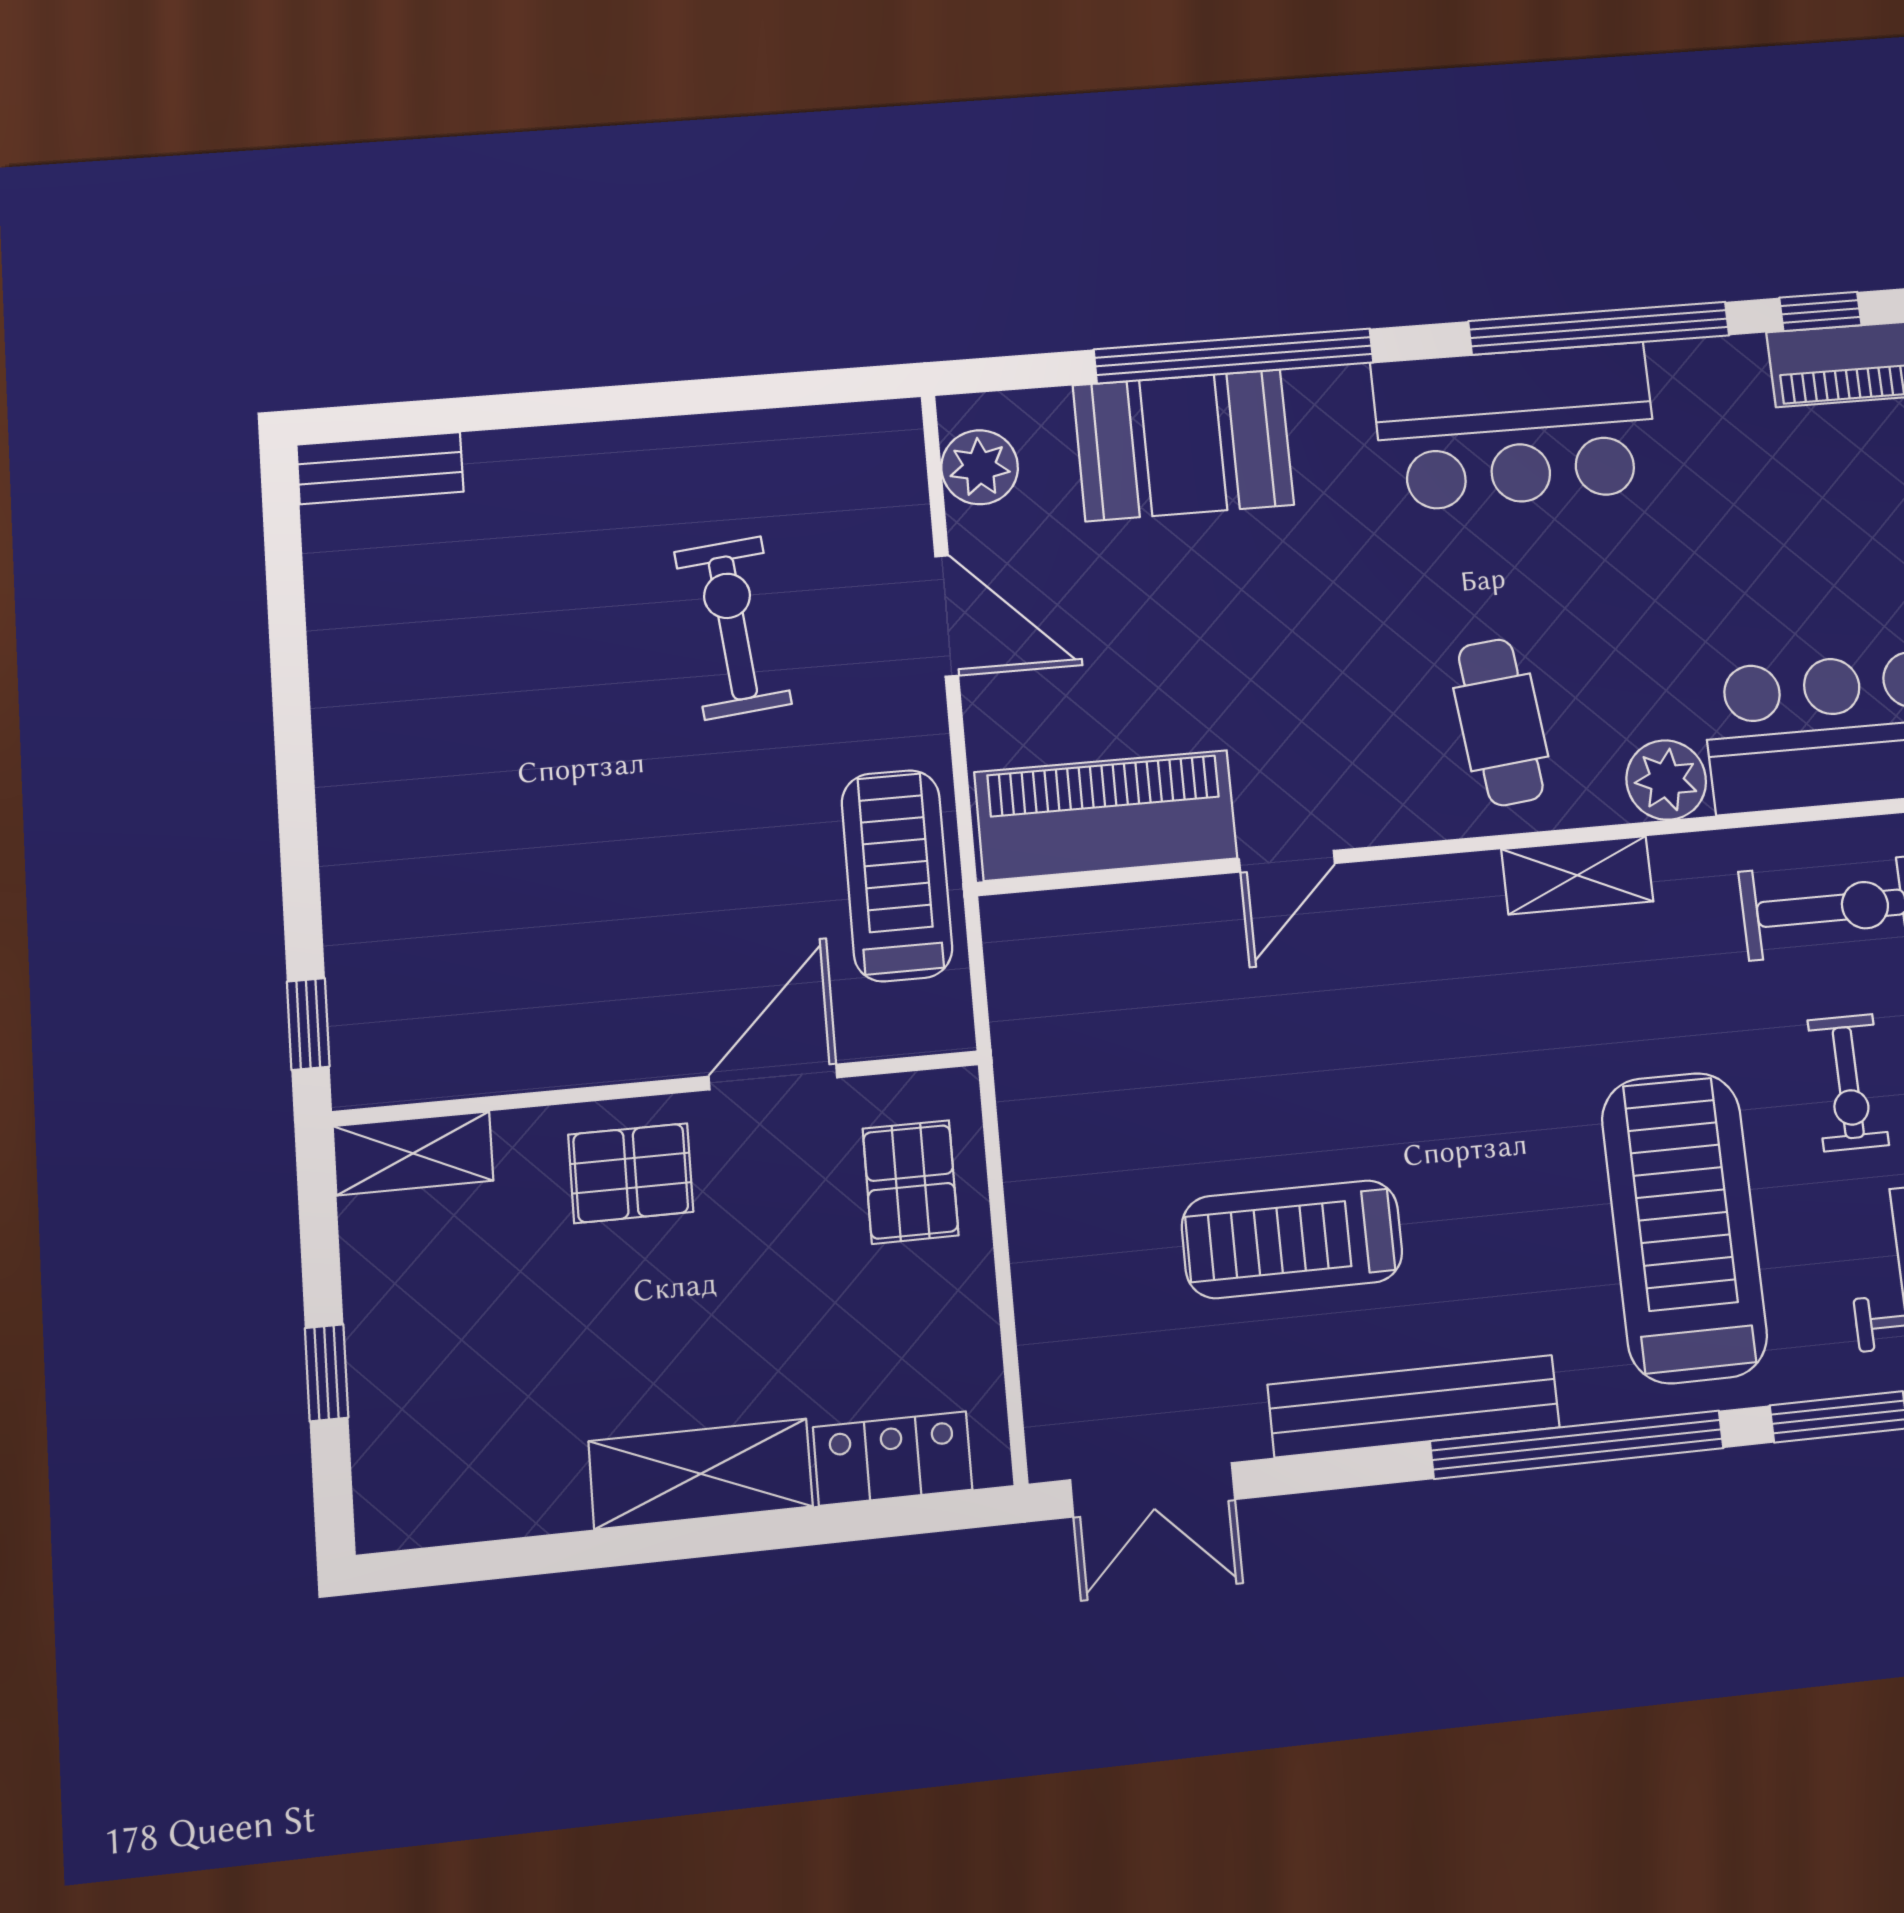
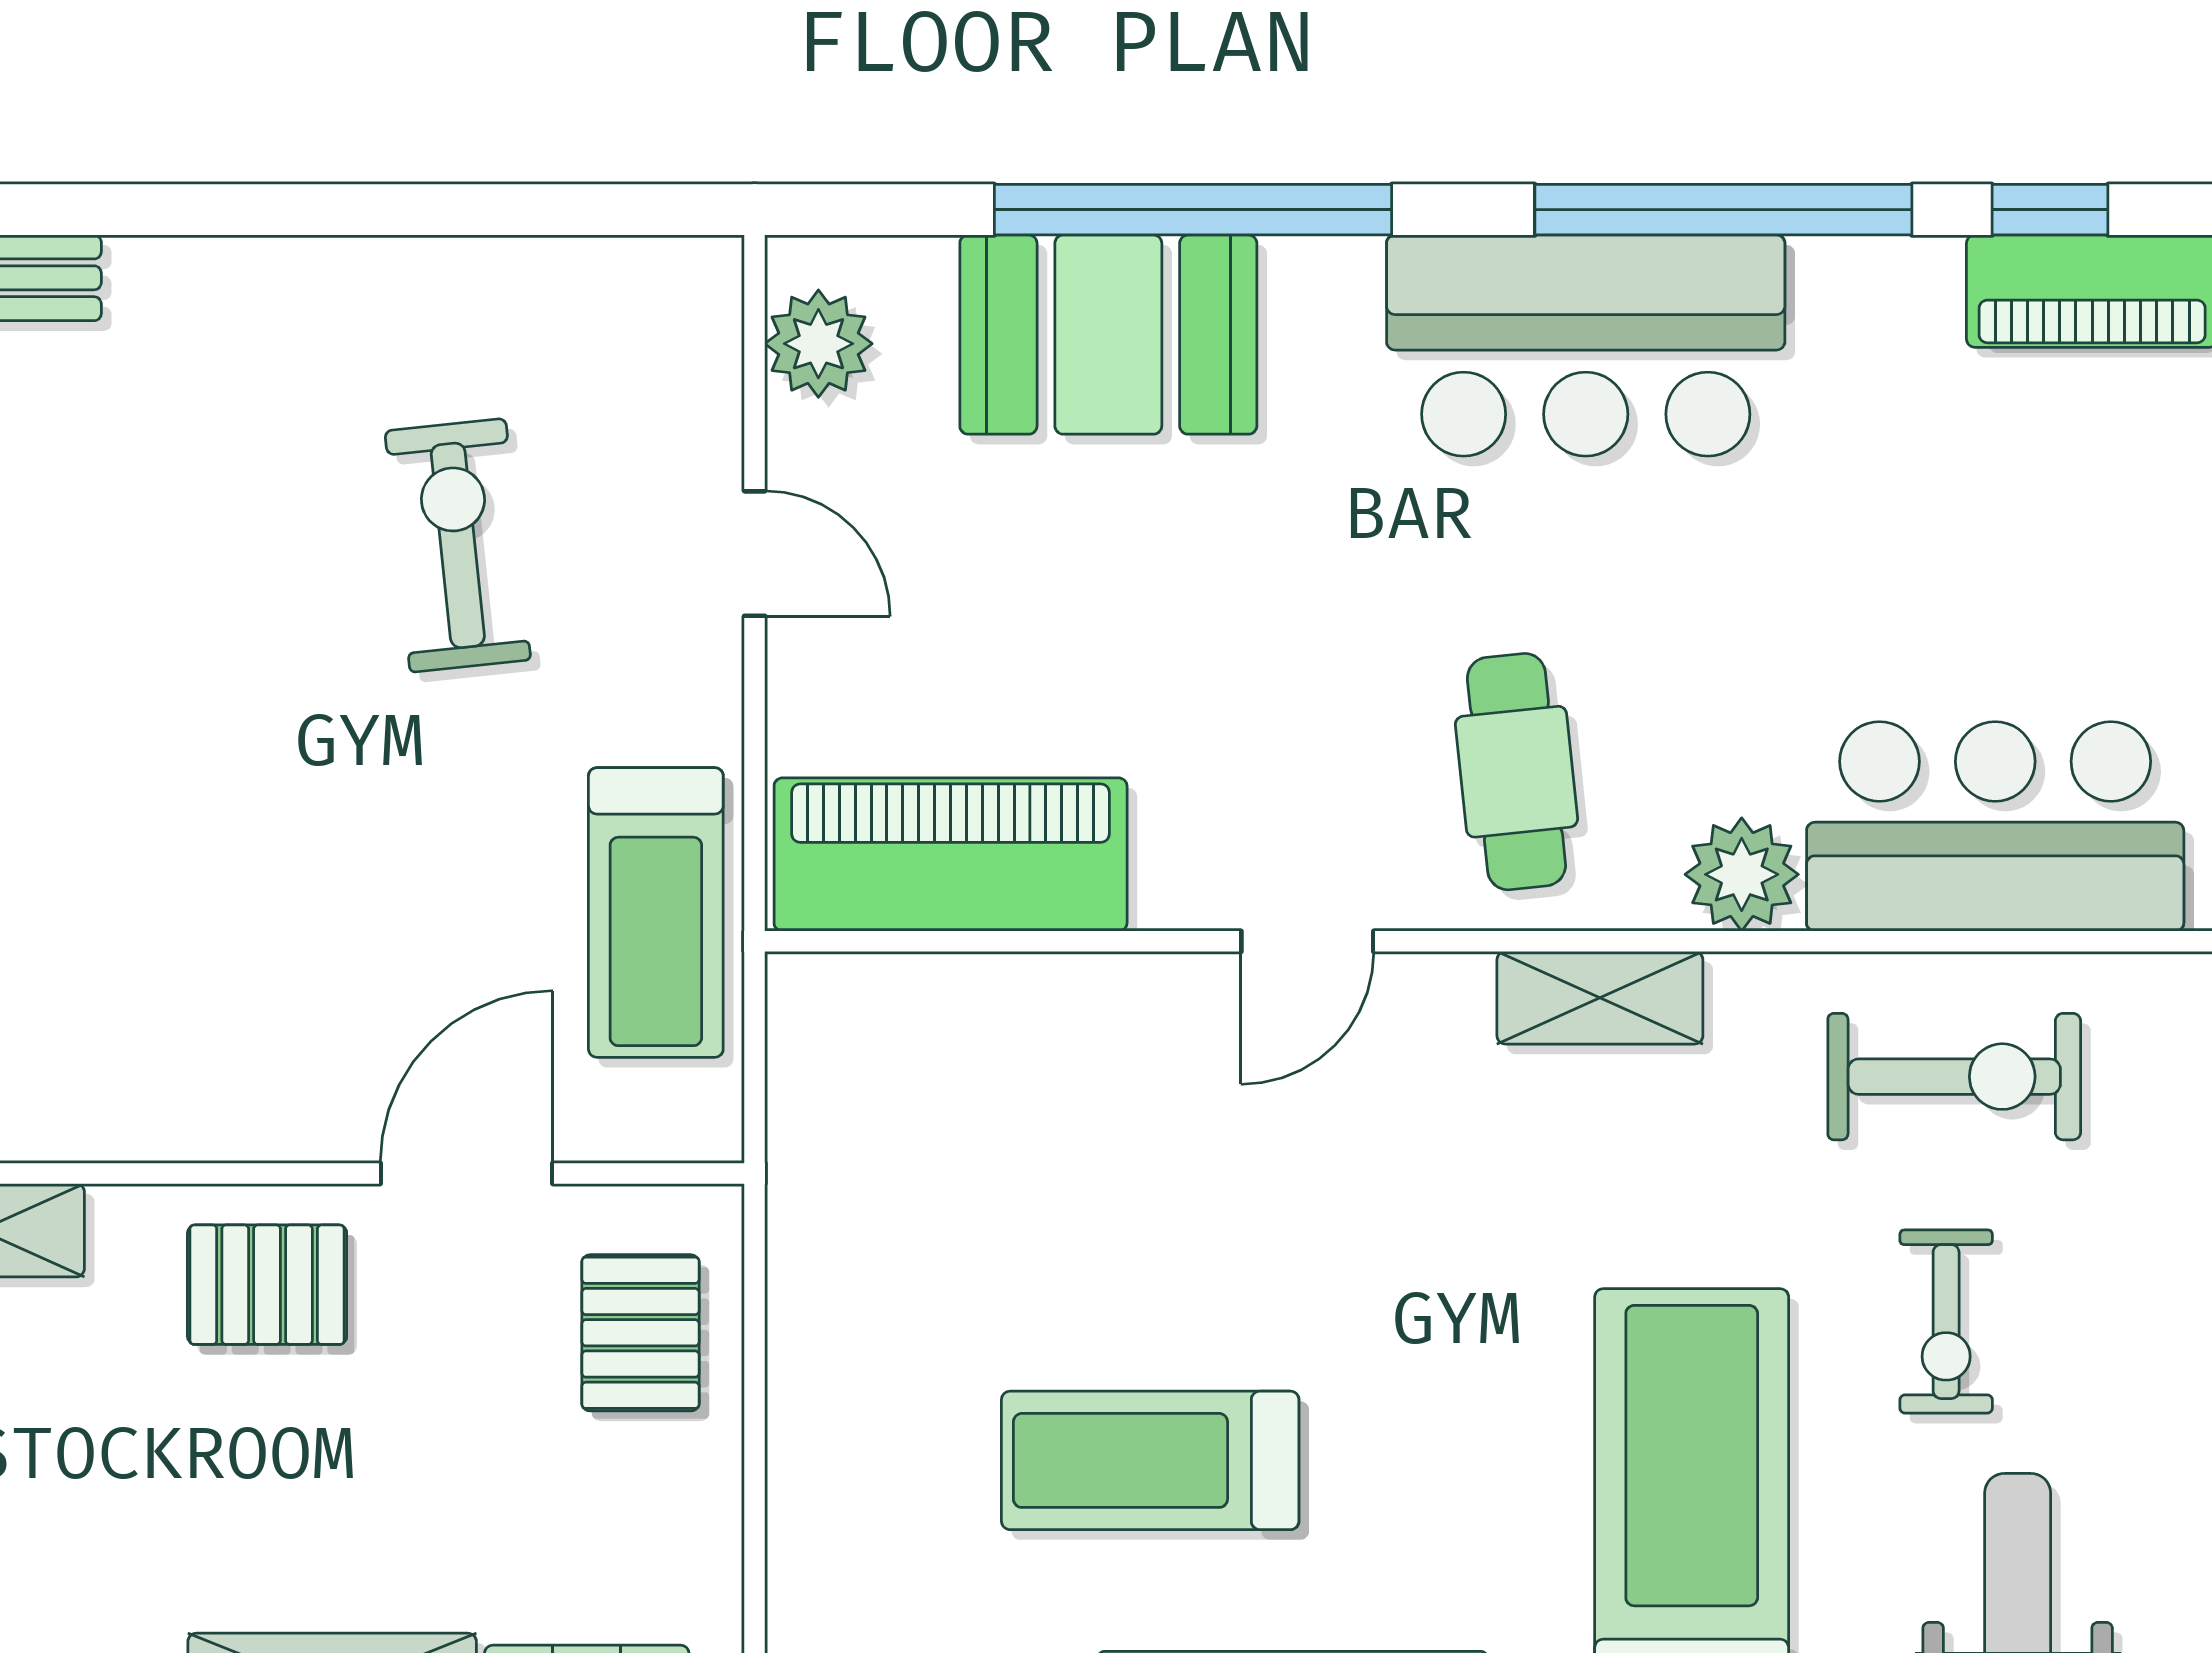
door: (947, 616) -> (755, 554), width x0.73
door: (1287, 861) -> (1307, 941), moved
treadmill: (897, 875) -> (656, 913), turned 180

